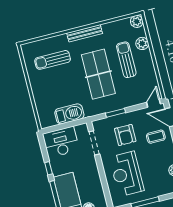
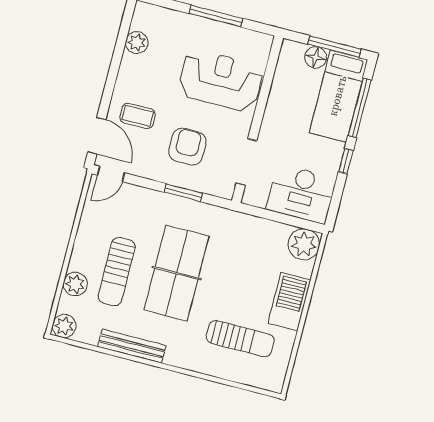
bench: (85, 33) -> (132, 346), moved
barbecue: (69, 114) -> (289, 302), moved, turned 90
plant: (47, 119) -> (304, 244), added
reception desk: (127, 174) -> (220, 80), turned -90

